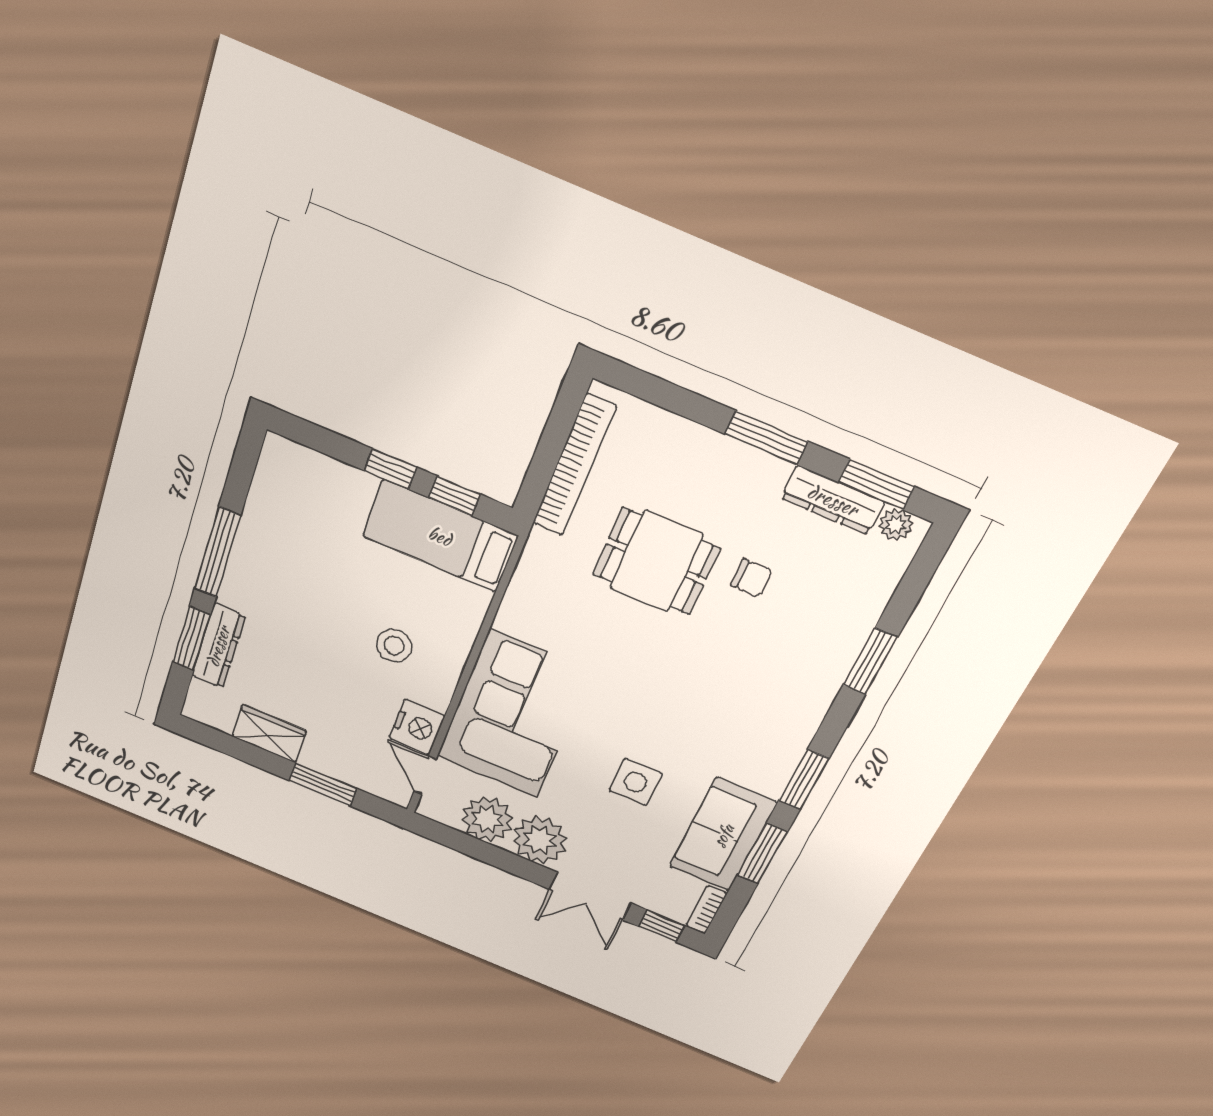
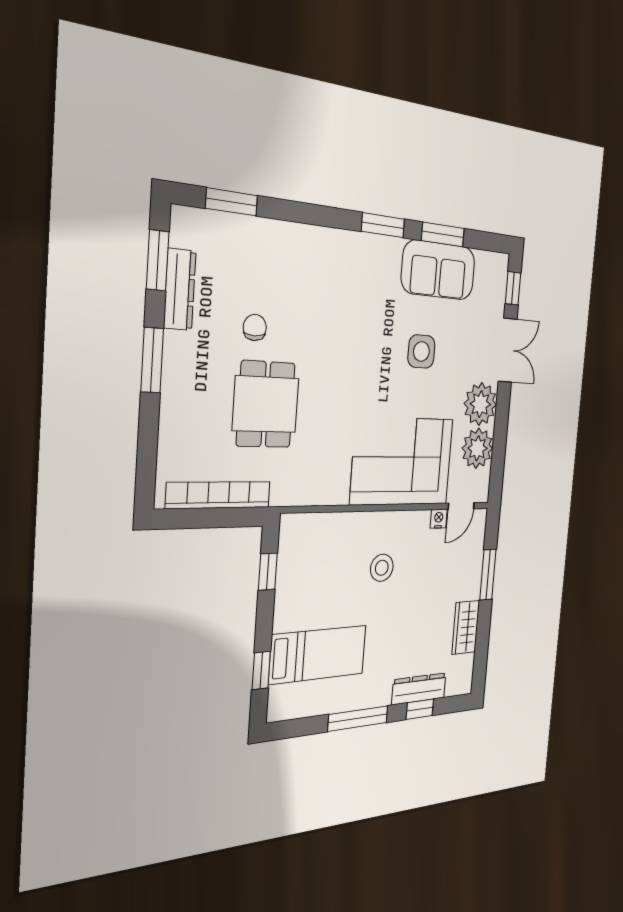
window: (390, 469) -> (261, 670), moved
plant: (896, 525) -> (181, 232), removed
bed: (440, 536) -> (318, 654), moved, turned -90
window: (191, 639) -> (420, 709), width x0.67
window: (870, 661) -> (232, 202), moved
nightstand: (417, 727) -> (439, 519), width x0.53, depth x0.56
bookcase: (706, 909) -> (493, 260), removed

